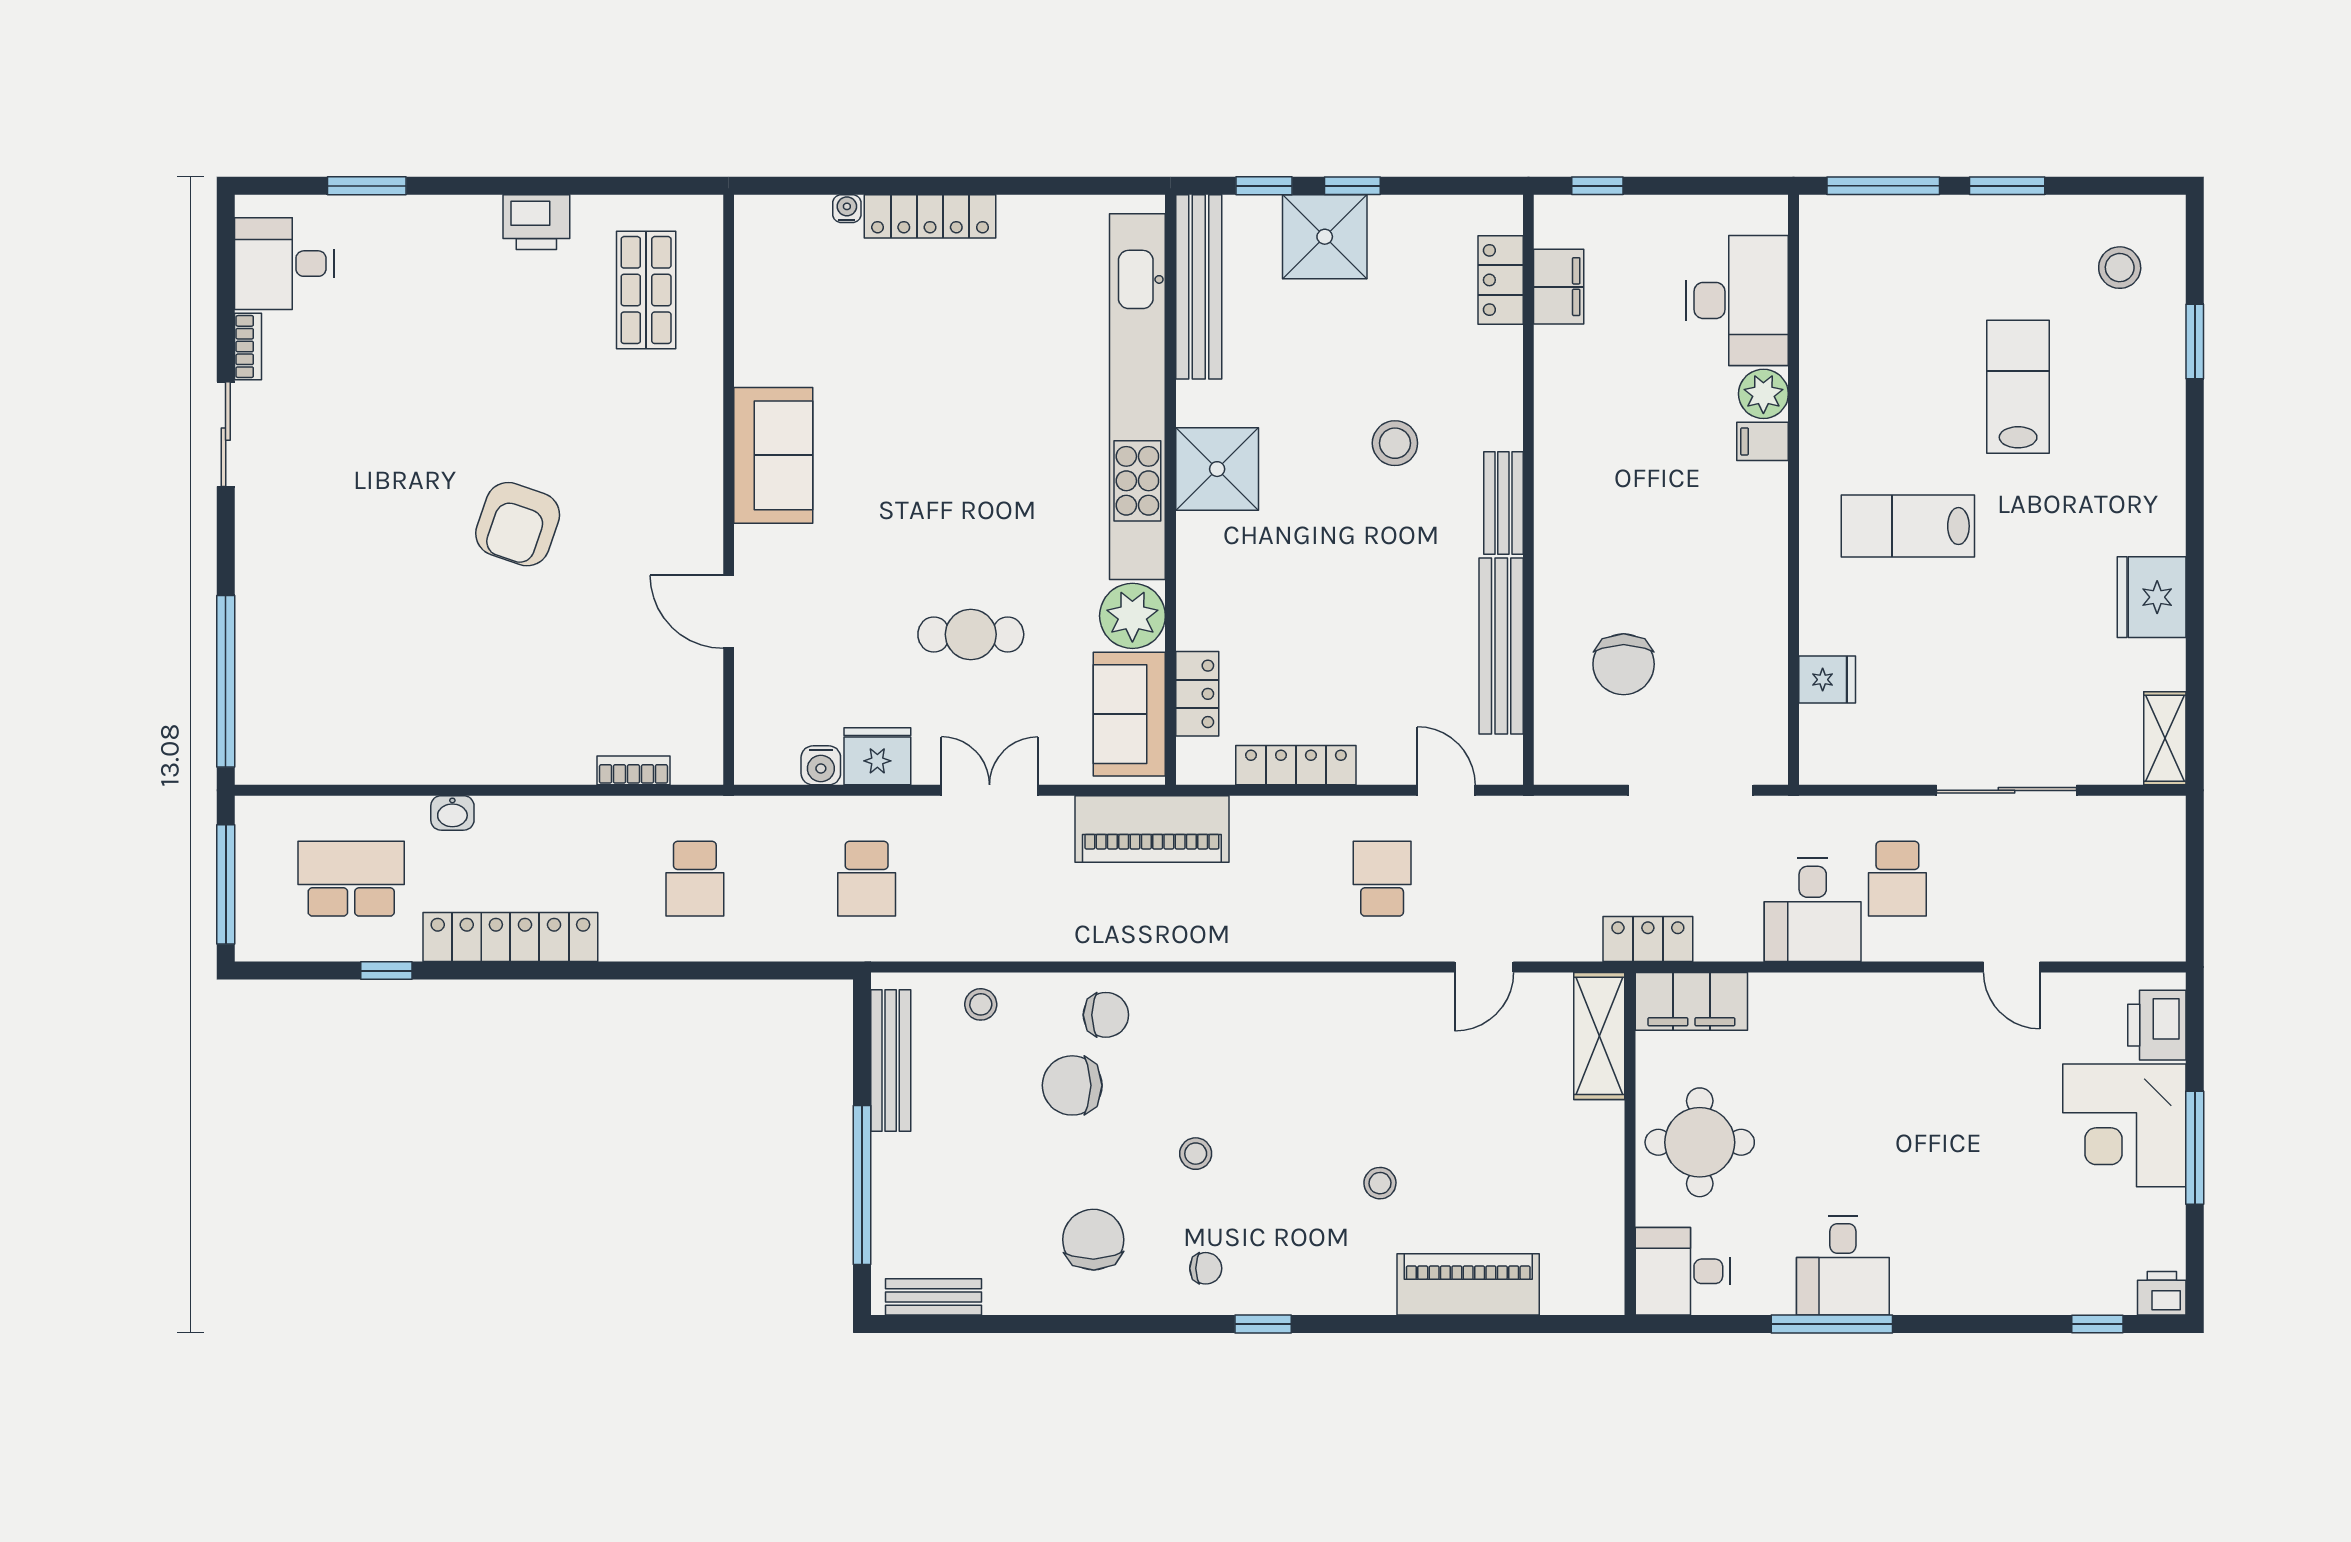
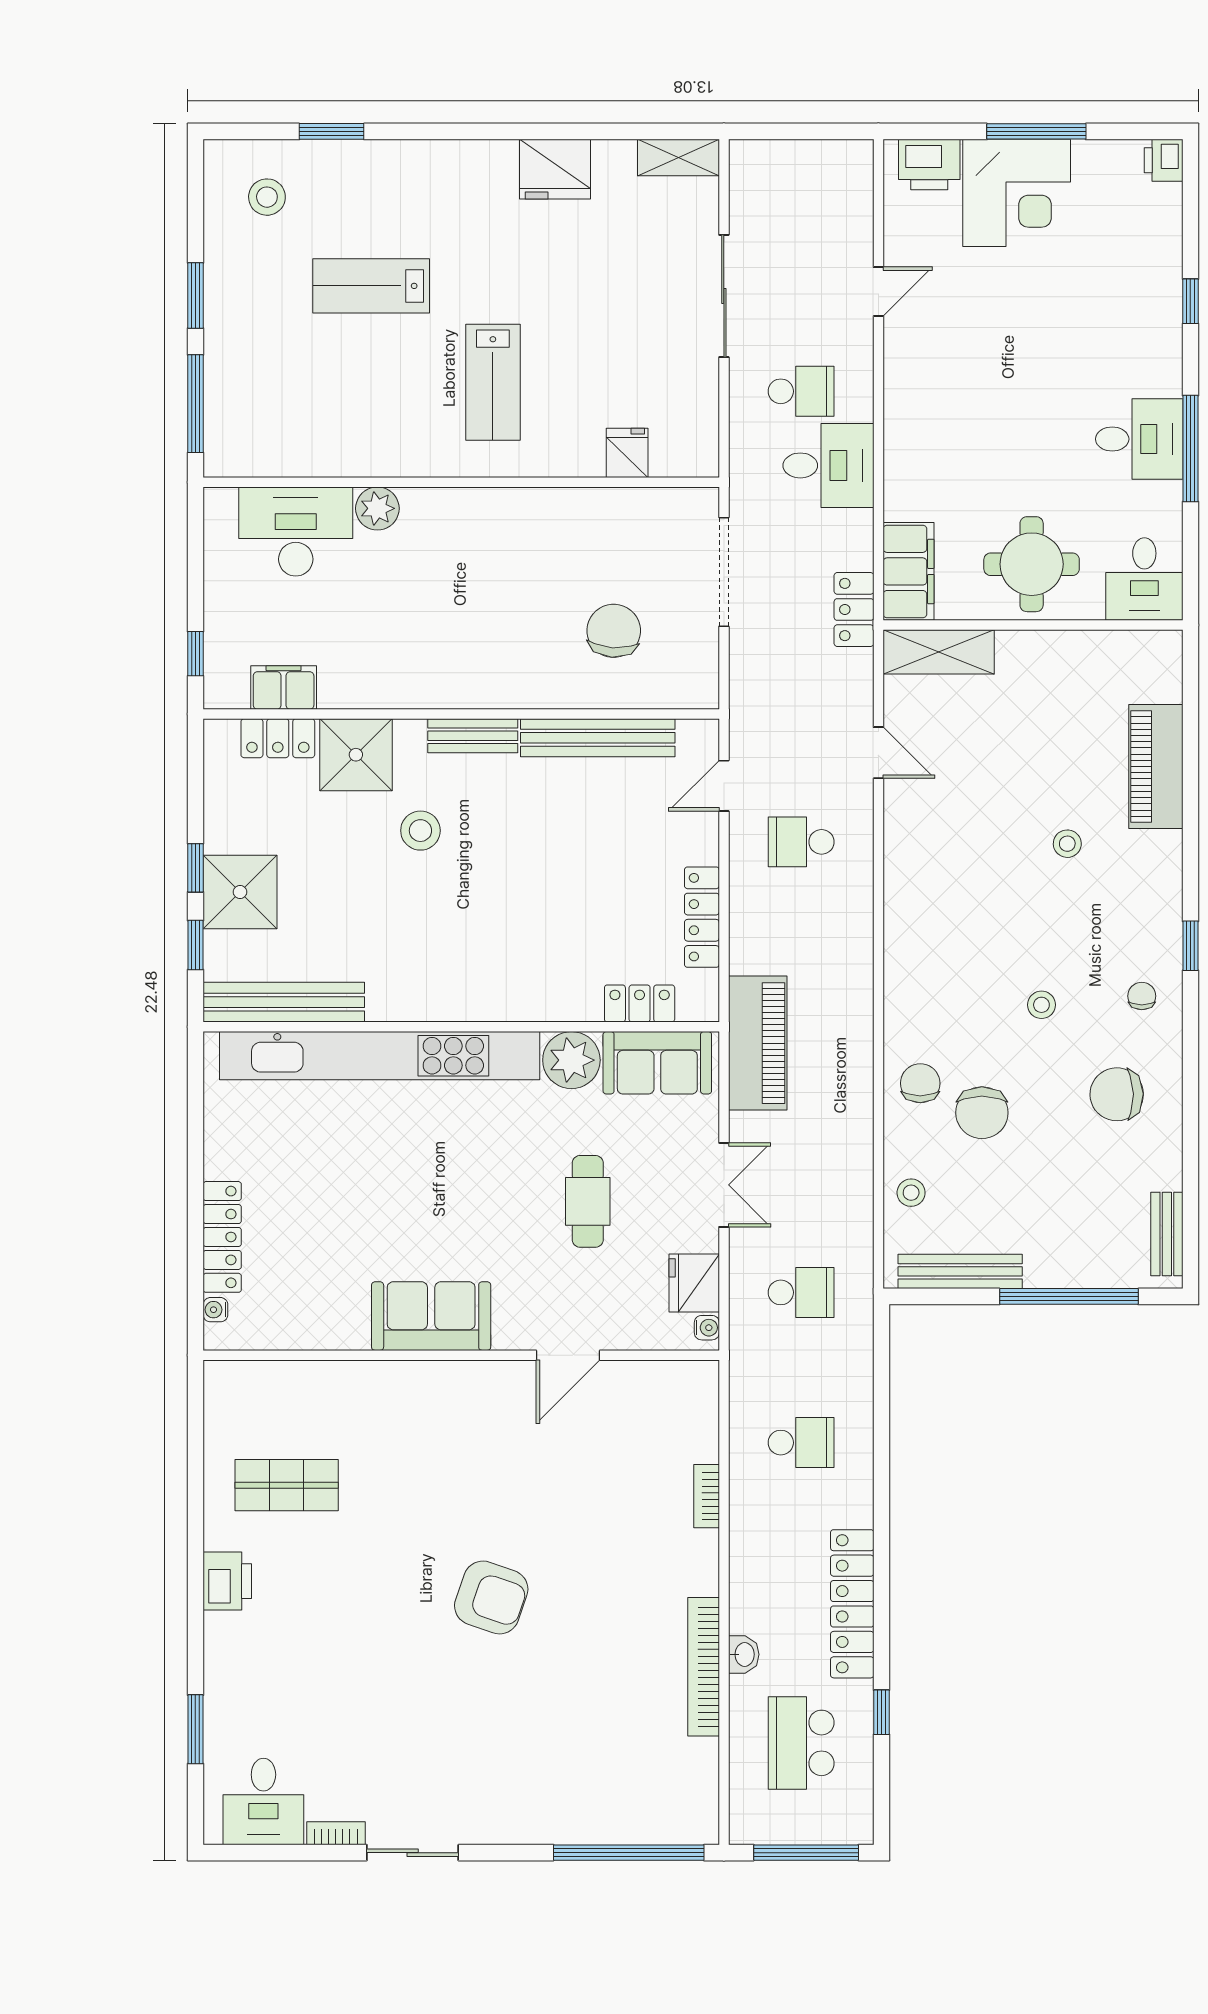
filing cabinet: (1763, 441) -> (419, 509), removed
sofa: (773, 455) -> (431, 1316), moved
shower: (1217, 469) -> (356, 755), moved
wall: (729, 490) -> (461, 1355), moved
door: (729, 612) -> (568, 1355), moved
chair: (1624, 664) -> (614, 631), turned -86
water cooler: (821, 765) -> (707, 1328), width x0.72, depth x0.72
bookcase: (438, 767) -> (704, 1667), added
double door: (990, 790) -> (724, 1185), swing flipped
window: (2097, 1324) -> (1190, 301), moved

